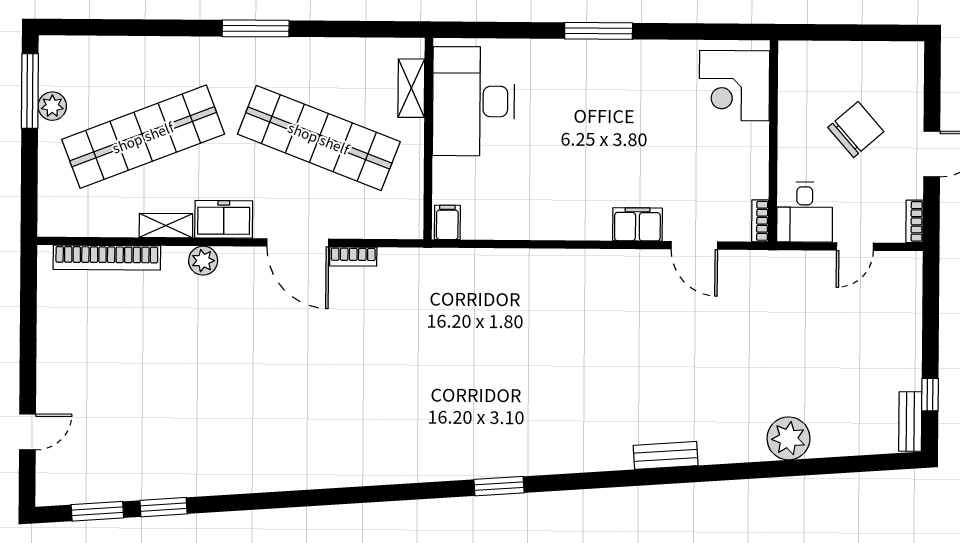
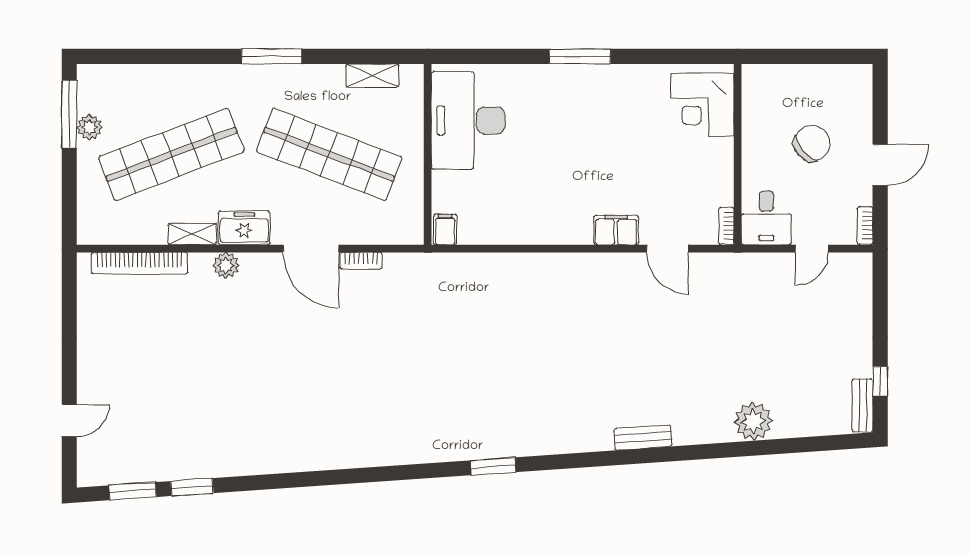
shelving: (411, 88) -> (372, 76), moved, turned 90

